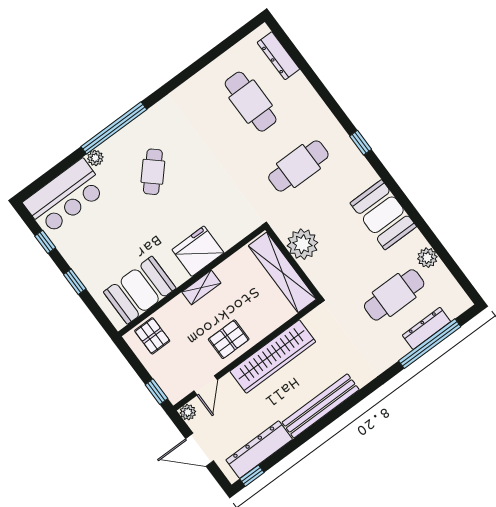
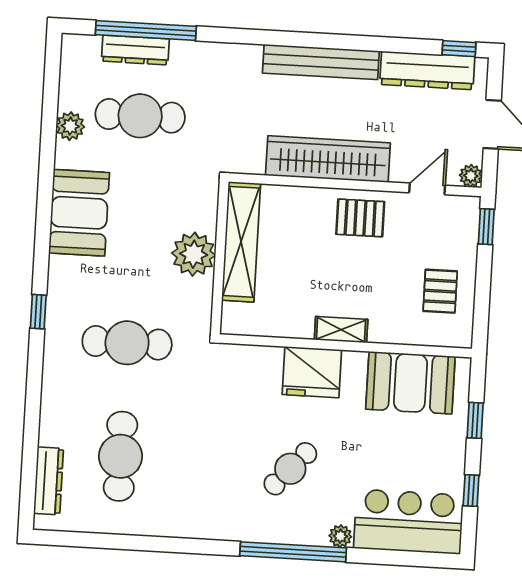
fridge: (198, 251) -> (312, 372), moved
wall: (192, 281) -> (346, 346), moved
shelving: (201, 287) -> (341, 330), moved
booth: (140, 290) -> (410, 383), moved

